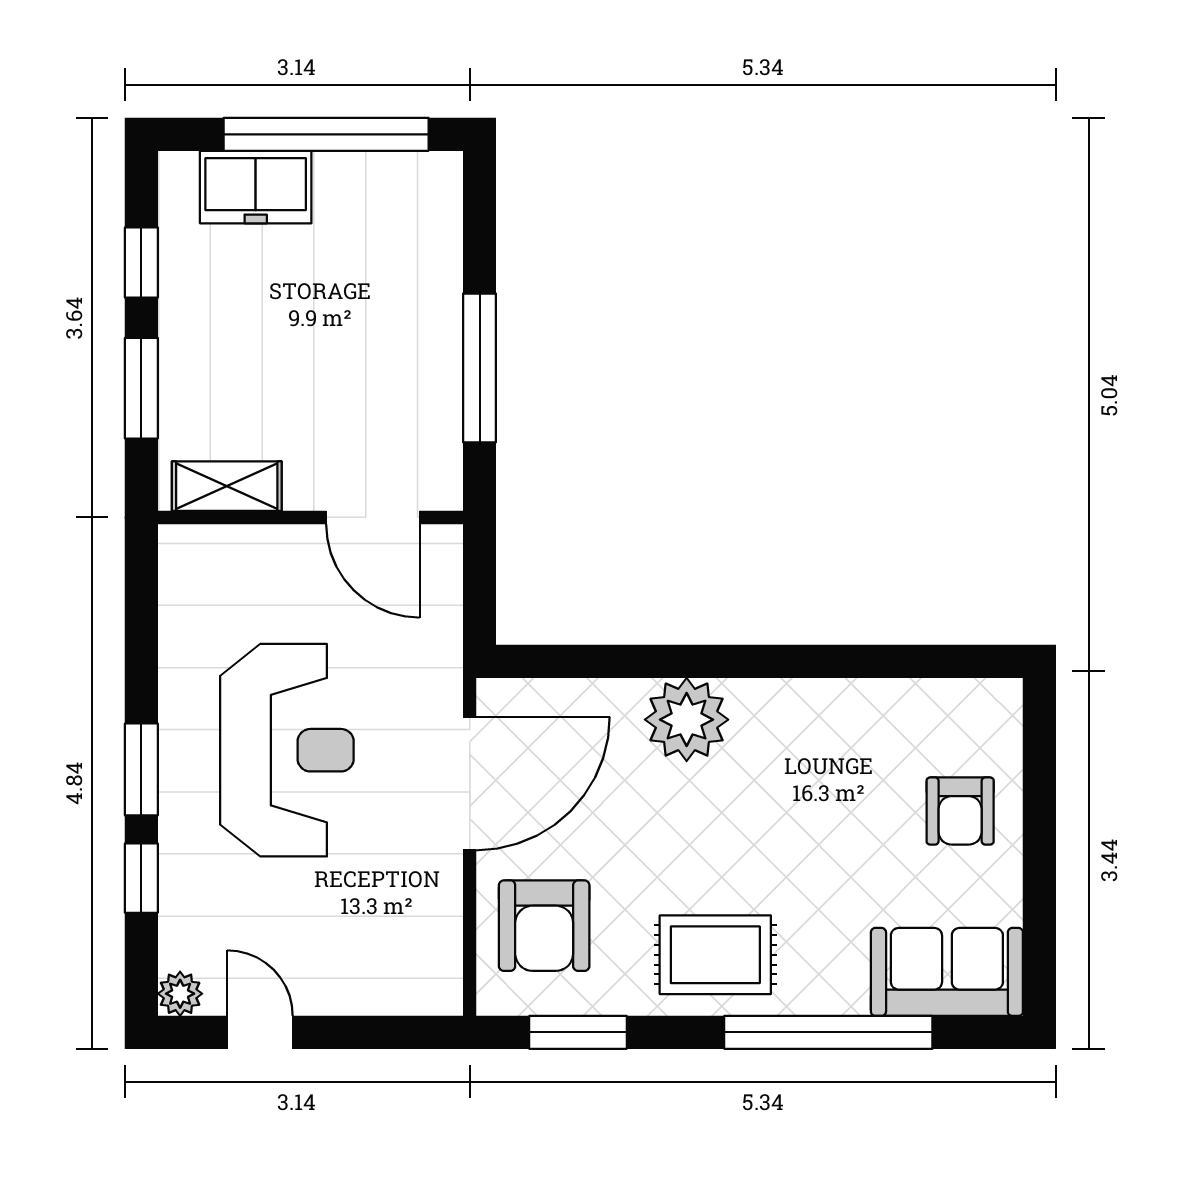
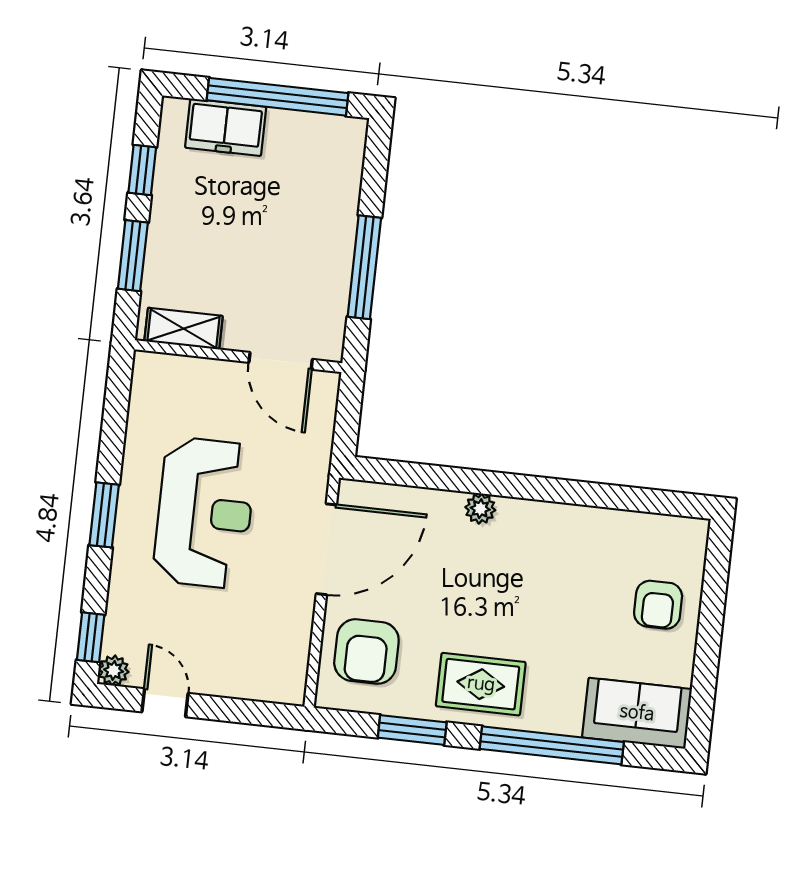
plant: (687, 720) -> (480, 509), width x0.53, depth x0.53
window: (141, 878) -> (91, 637), moved
window: (578, 1032) -> (412, 730), moved

